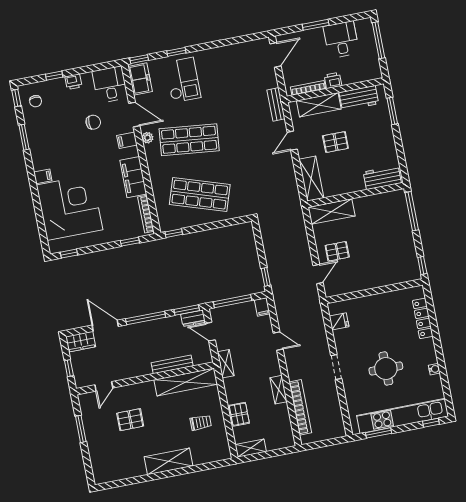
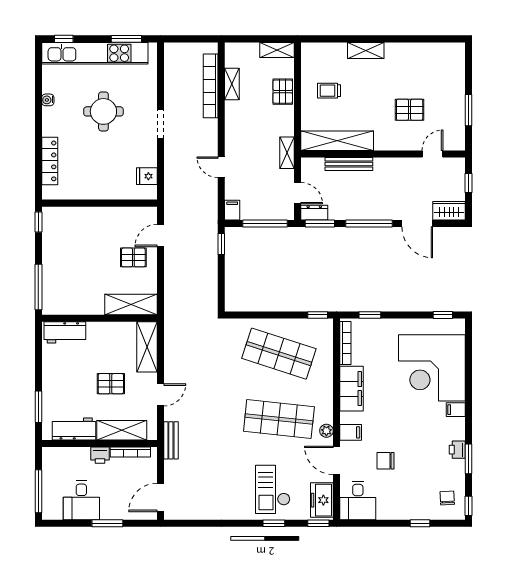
printer: (73, 82) -> (457, 450), moved, turned -90
shelving: (279, 390) -> (232, 84), moved
shelving: (168, 461) -> (366, 50), width x0.67, depth x0.75

